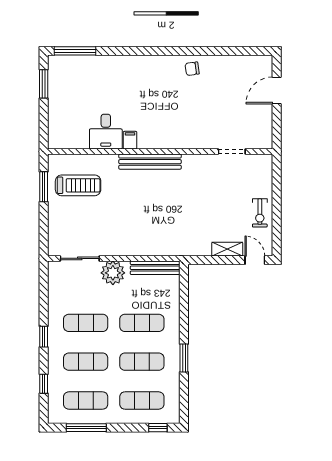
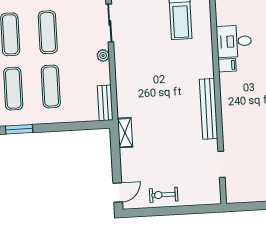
bench: (150, 162) -> (209, 109), moved
shelving: (227, 249) -> (125, 133), moved
bench: (155, 268) -> (105, 103), width x0.73
plant: (113, 273) -> (103, 56), width x0.53, depth x0.53

